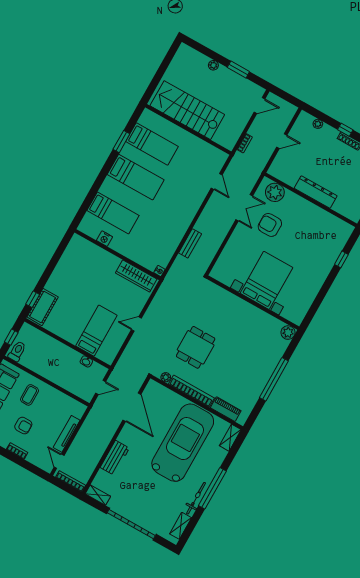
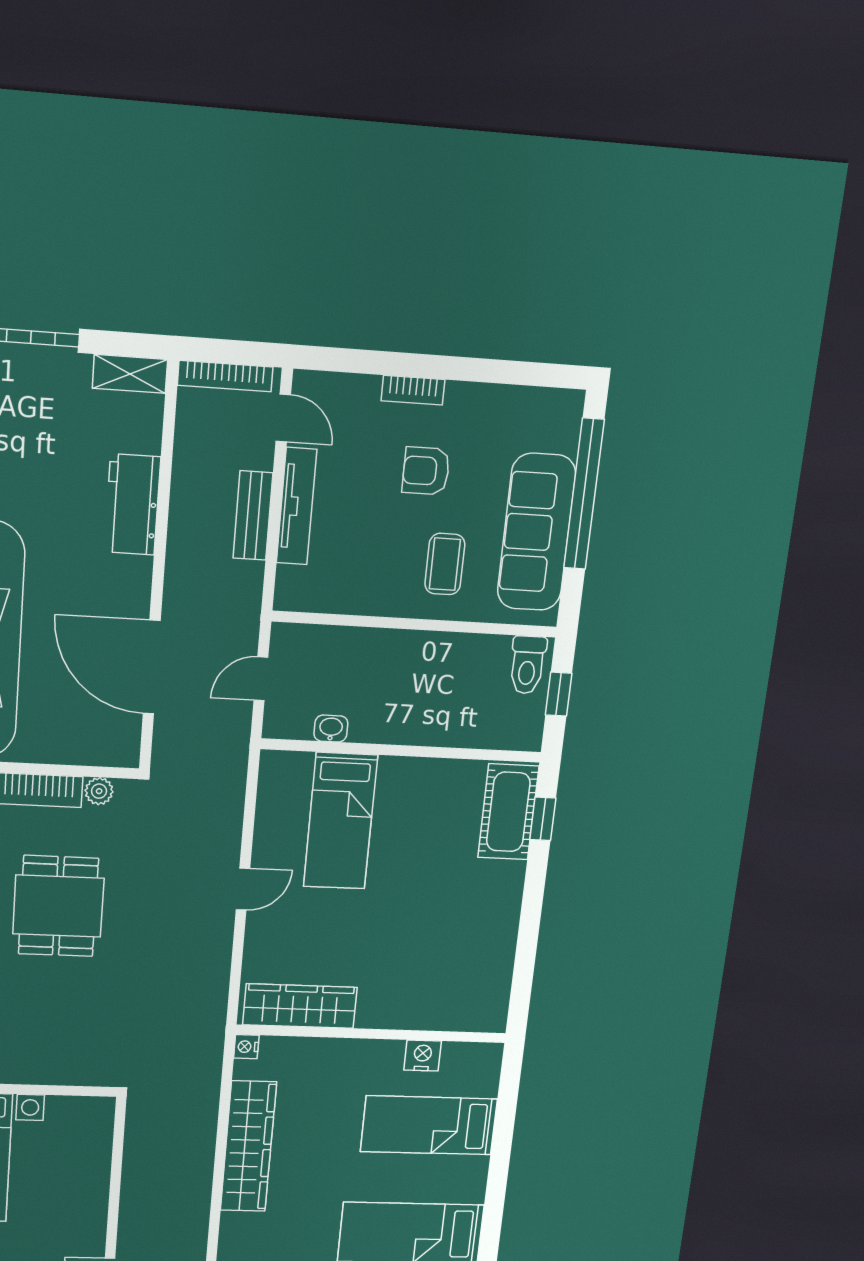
wardrobe: (174, 236) -> (248, 1146), added
bench: (190, 243) -> (253, 516), moved

